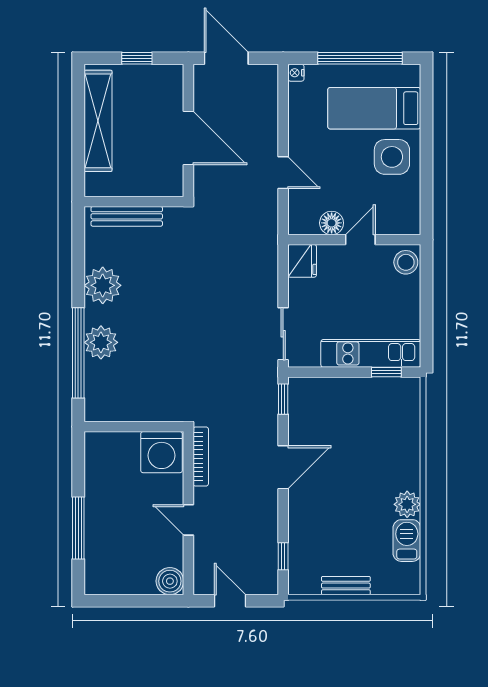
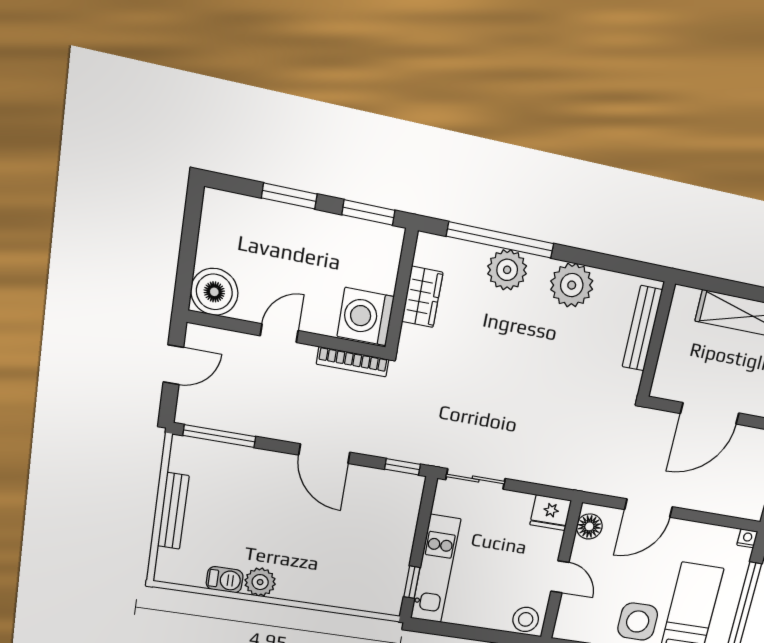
door: (283, 173) -> (649, 508), width x1.38
floor lamp: (332, 223) -> (589, 526), moved
wardrobe: (137, 408) -> (422, 297), added
window: (78, 464) -> (368, 212), added
window: (78, 528) -> (289, 196), width x0.69
barbecue: (407, 541) -> (225, 580), width x0.73, depth x0.79
window: (283, 556) -> (219, 436), width x2.17
boiler: (170, 581) -> (214, 292), width x1.37, depth x1.37
bench: (346, 586) -> (173, 511), width x1.36

